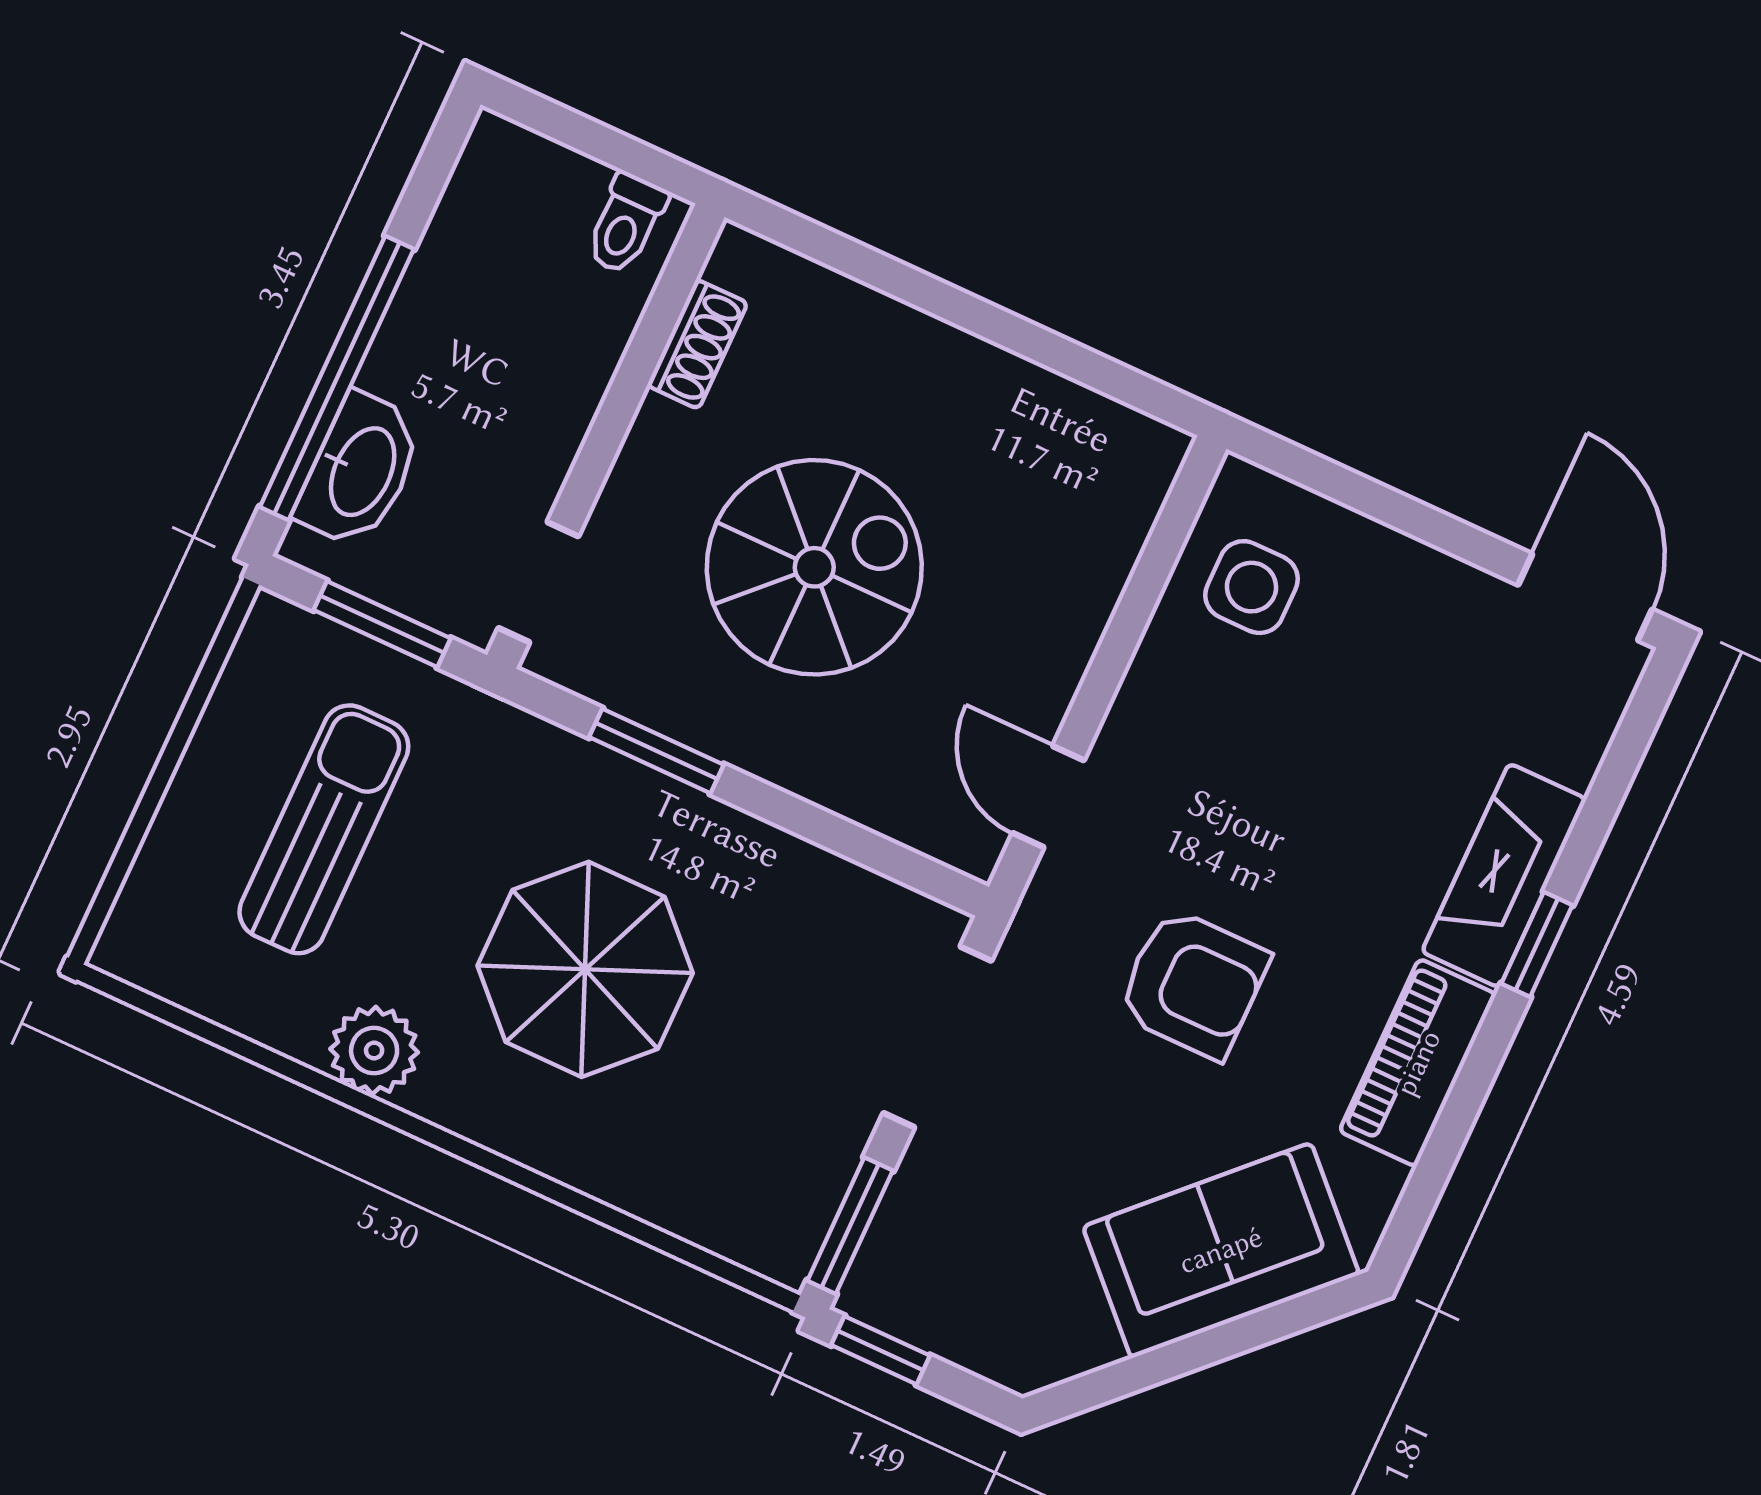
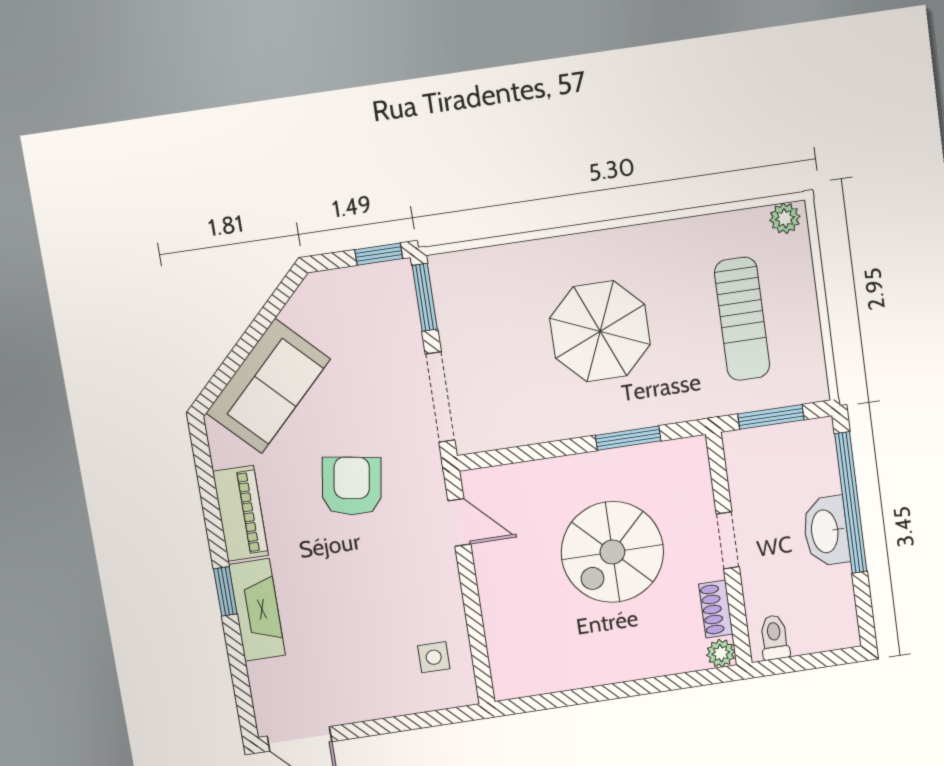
plant: (740, 258) -> (721, 653), added
washbasin: (360, 471) -> (826, 531), moved
doorway: (538, 582) -> (728, 540), moved
side table: (1251, 587) -> (434, 657), width x0.73, depth x0.73
armchair: (1193, 984) -> (352, 486), turned 99
plant: (374, 1051) -> (785, 218), moved, width x0.73, depth x0.73

